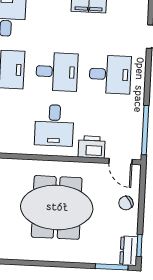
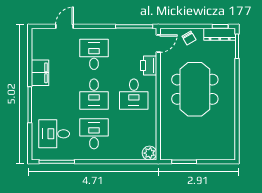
desk: (57, 72) -> (94, 94), turned 180
desk: (54, 125) -> (134, 94), turned 90
dresser: (129, 251) -> (220, 34), width x1.44

